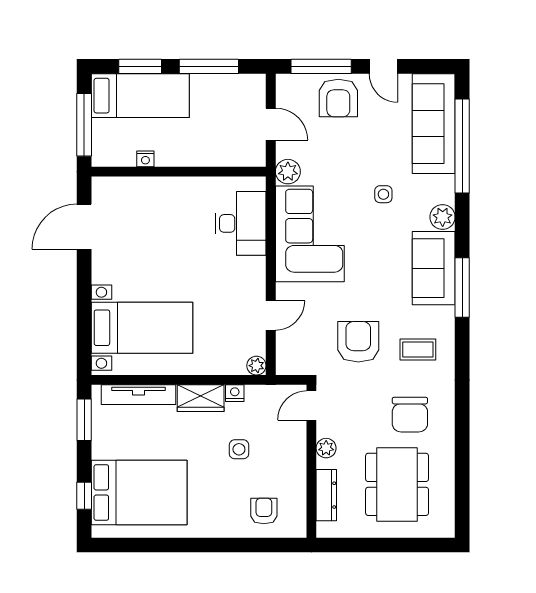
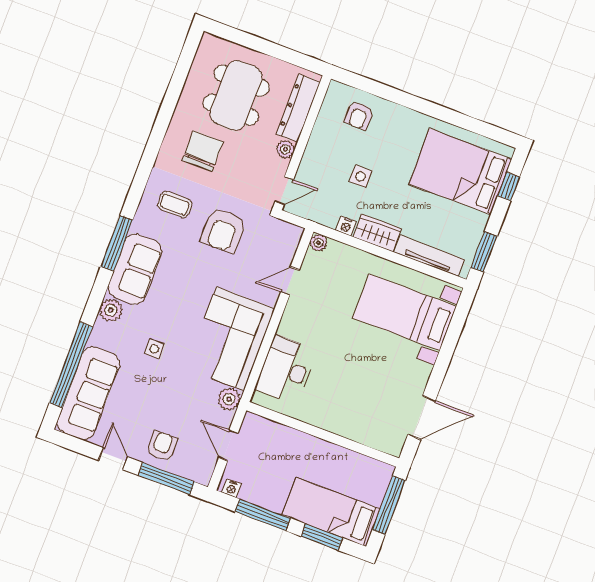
armchair: (338, 98) -> (162, 446), width x0.72, depth x0.72
nightstand: (145, 159) -> (232, 488), moved, turned 180
dresser: (326, 495) -> (298, 108), width x1.37, depth x1.24

